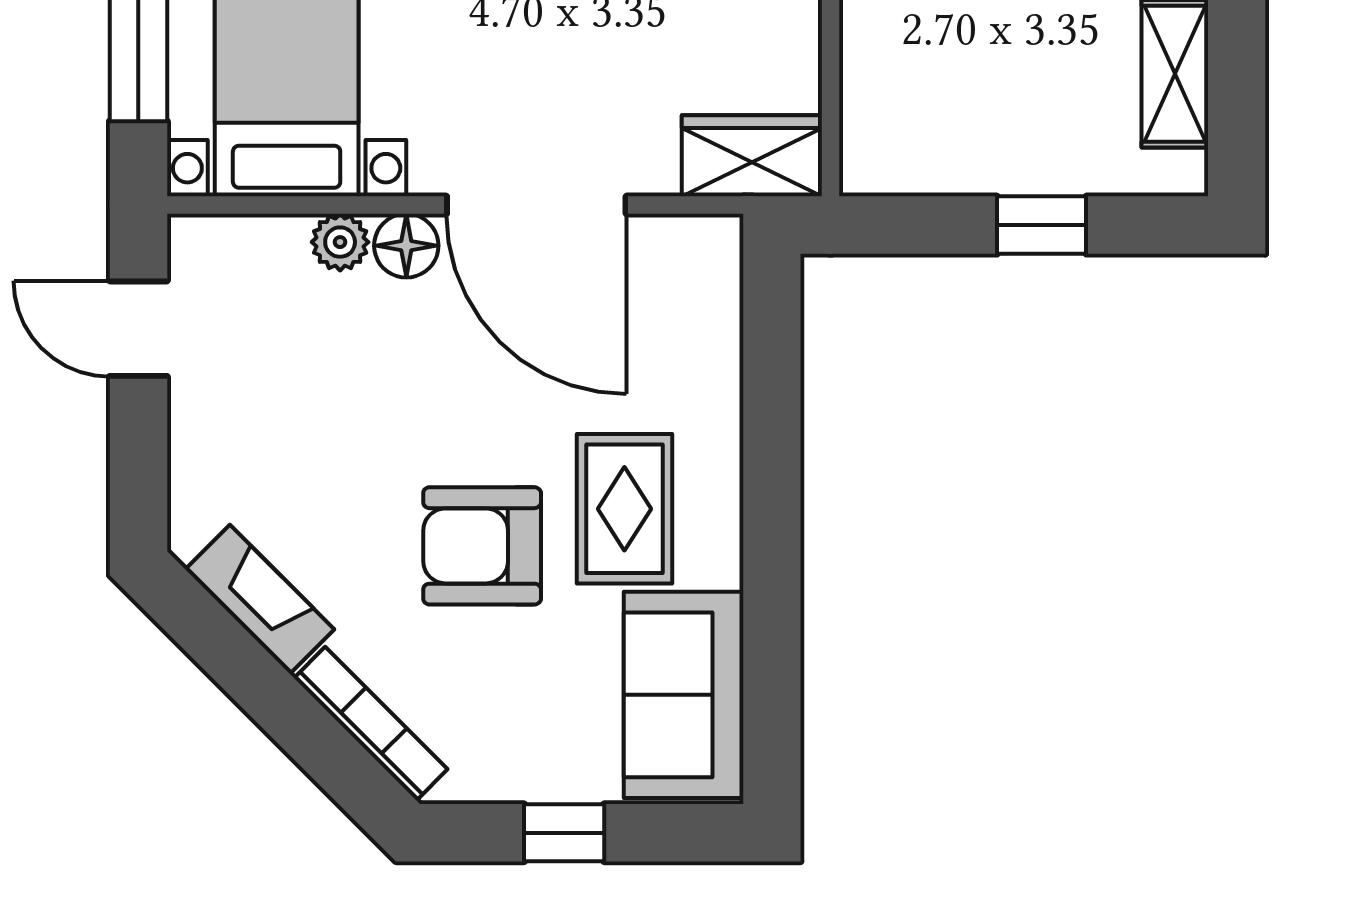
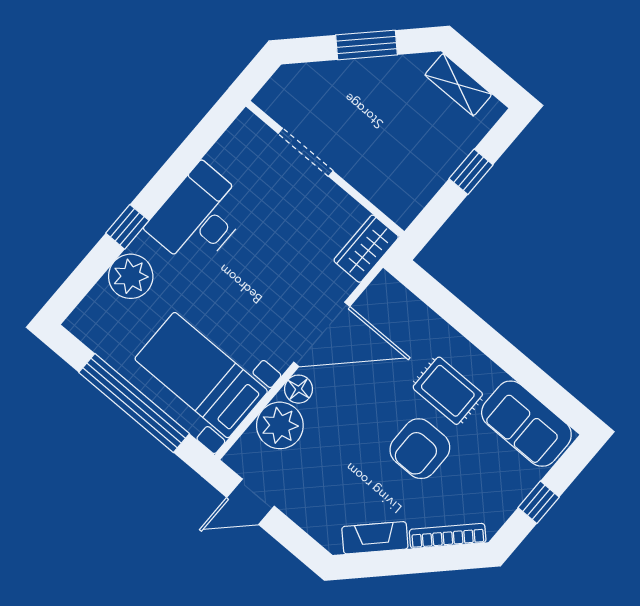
plant: (340, 242) -> (280, 425), width x1.88, depth x1.88

